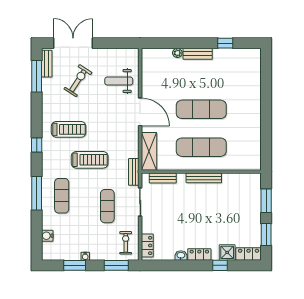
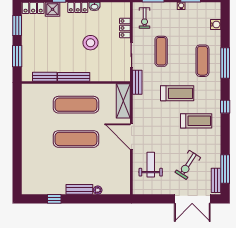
weight bench: (119, 81) -> (151, 165), turned -90
treadmill: (69, 129) -> (196, 121), turned 180
treadmill: (90, 160) -> (177, 93), turned 180
bench: (163, 178) -> (45, 77), moved
stool: (185, 216) -> (91, 43), added
locker: (147, 245) -> (125, 28), moved

